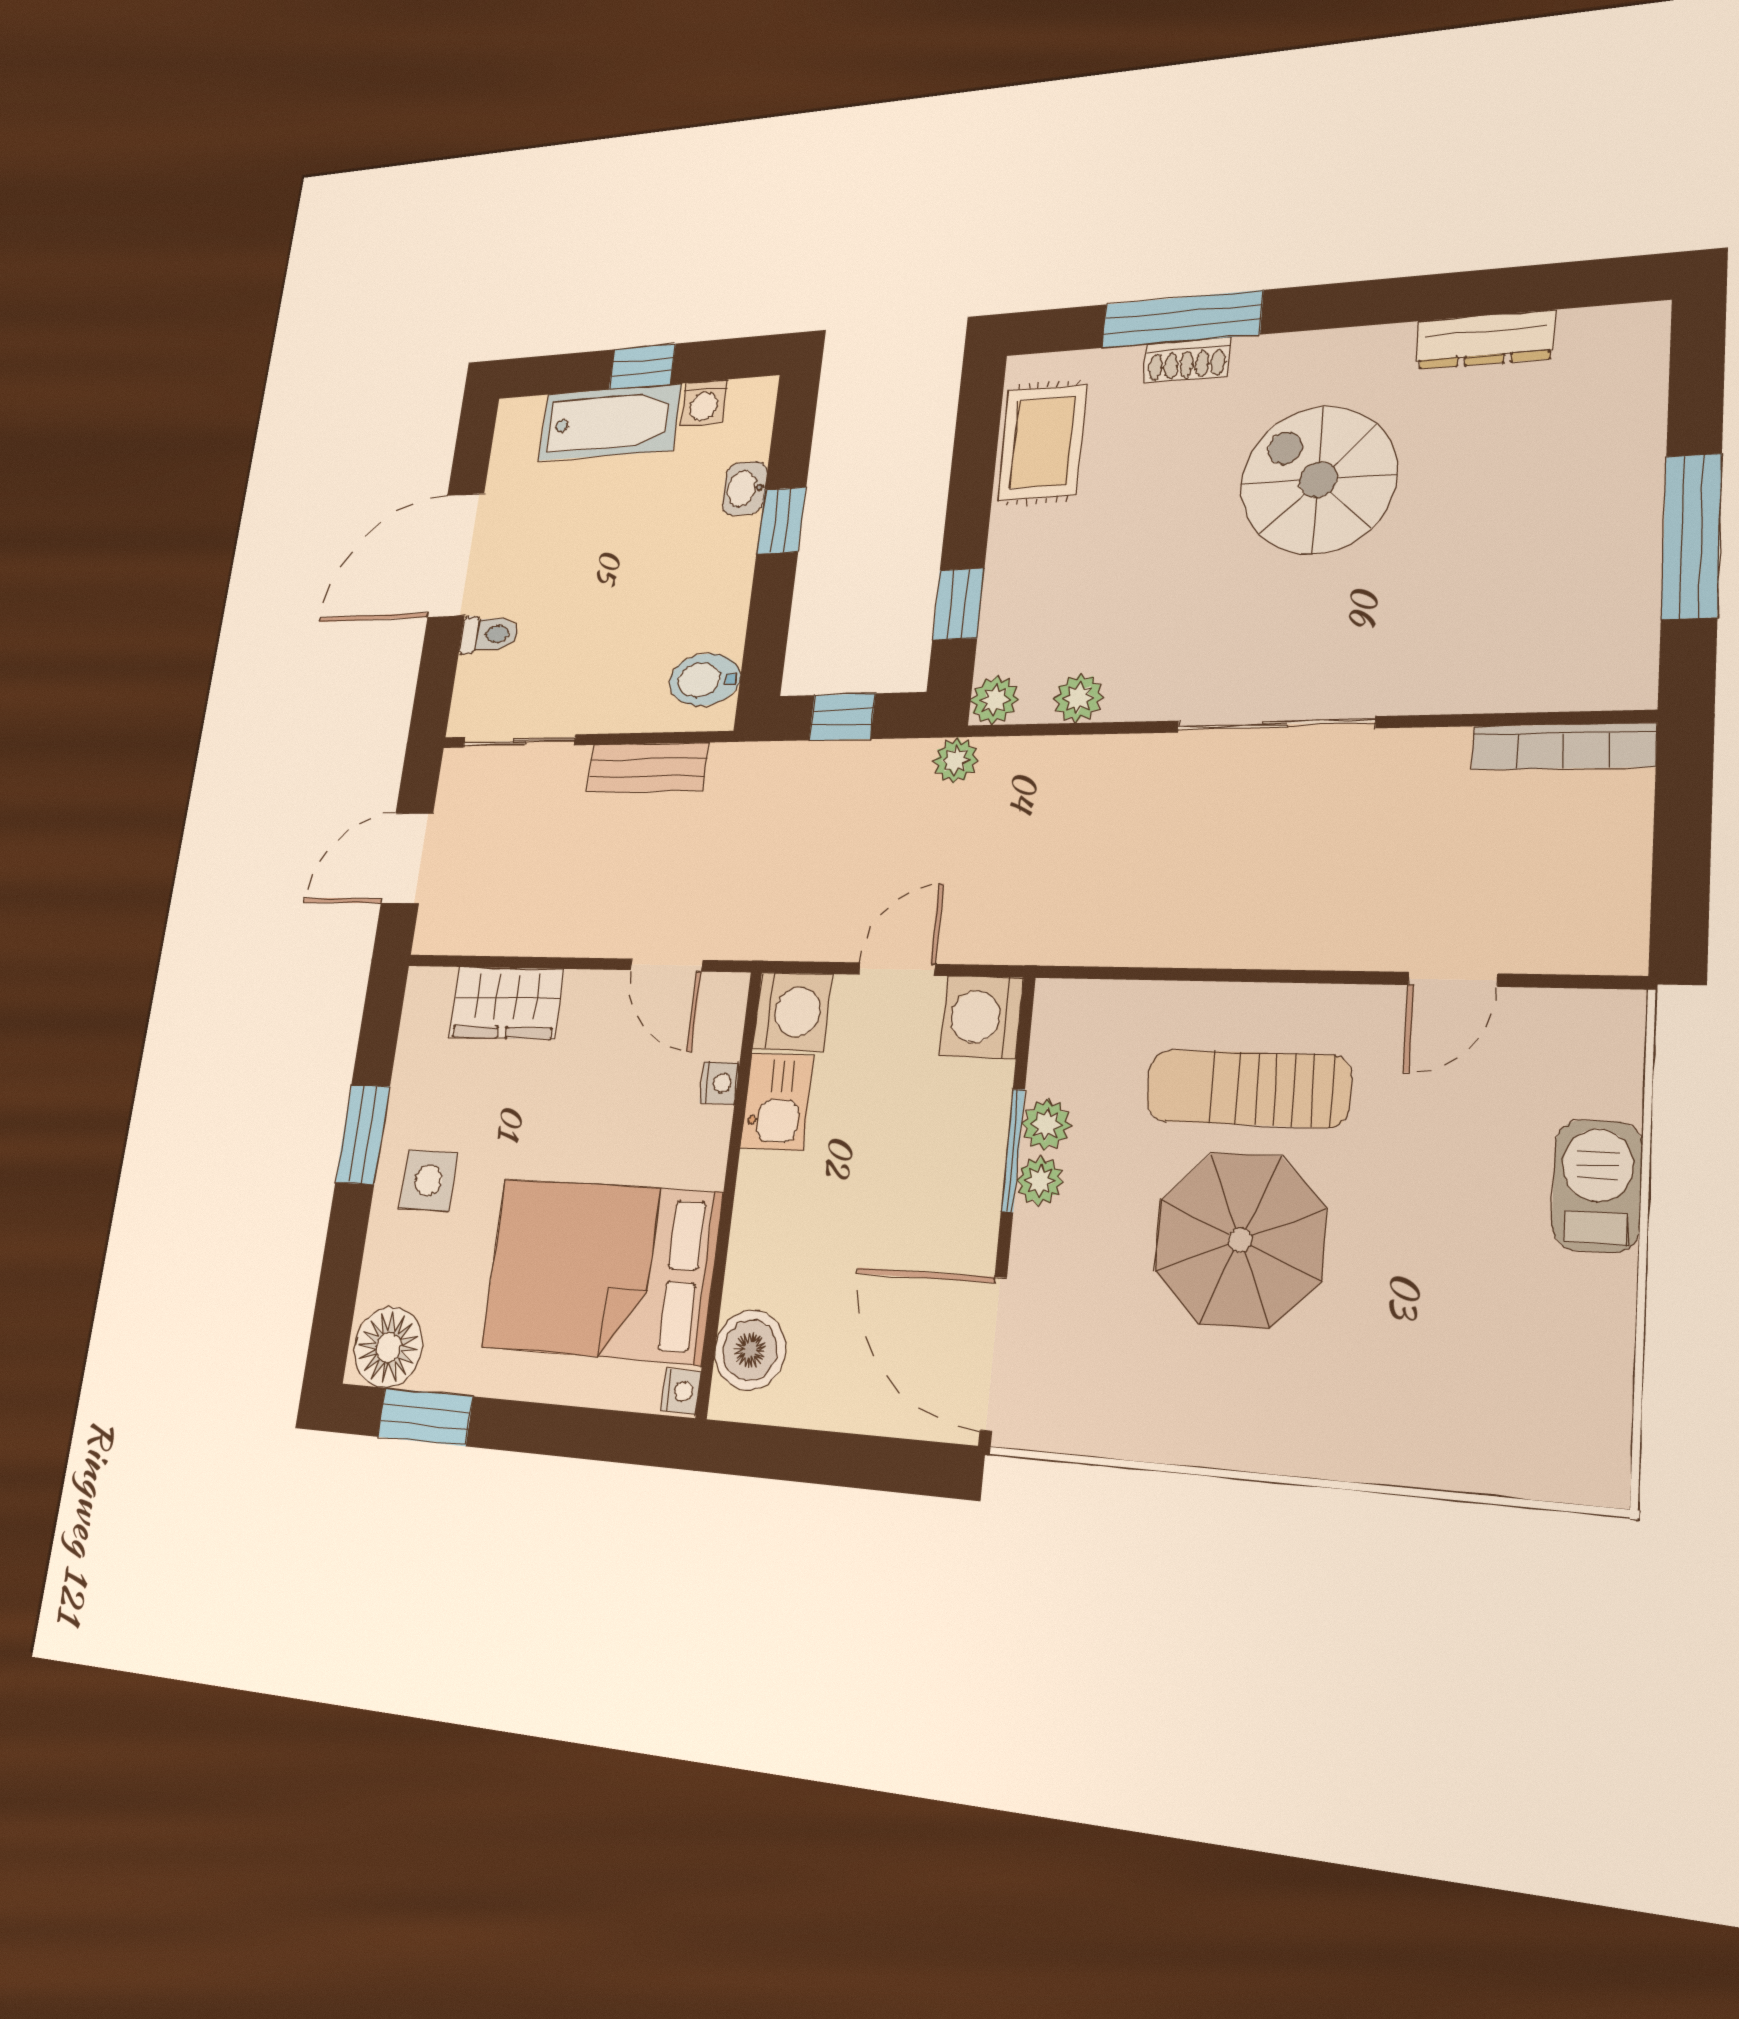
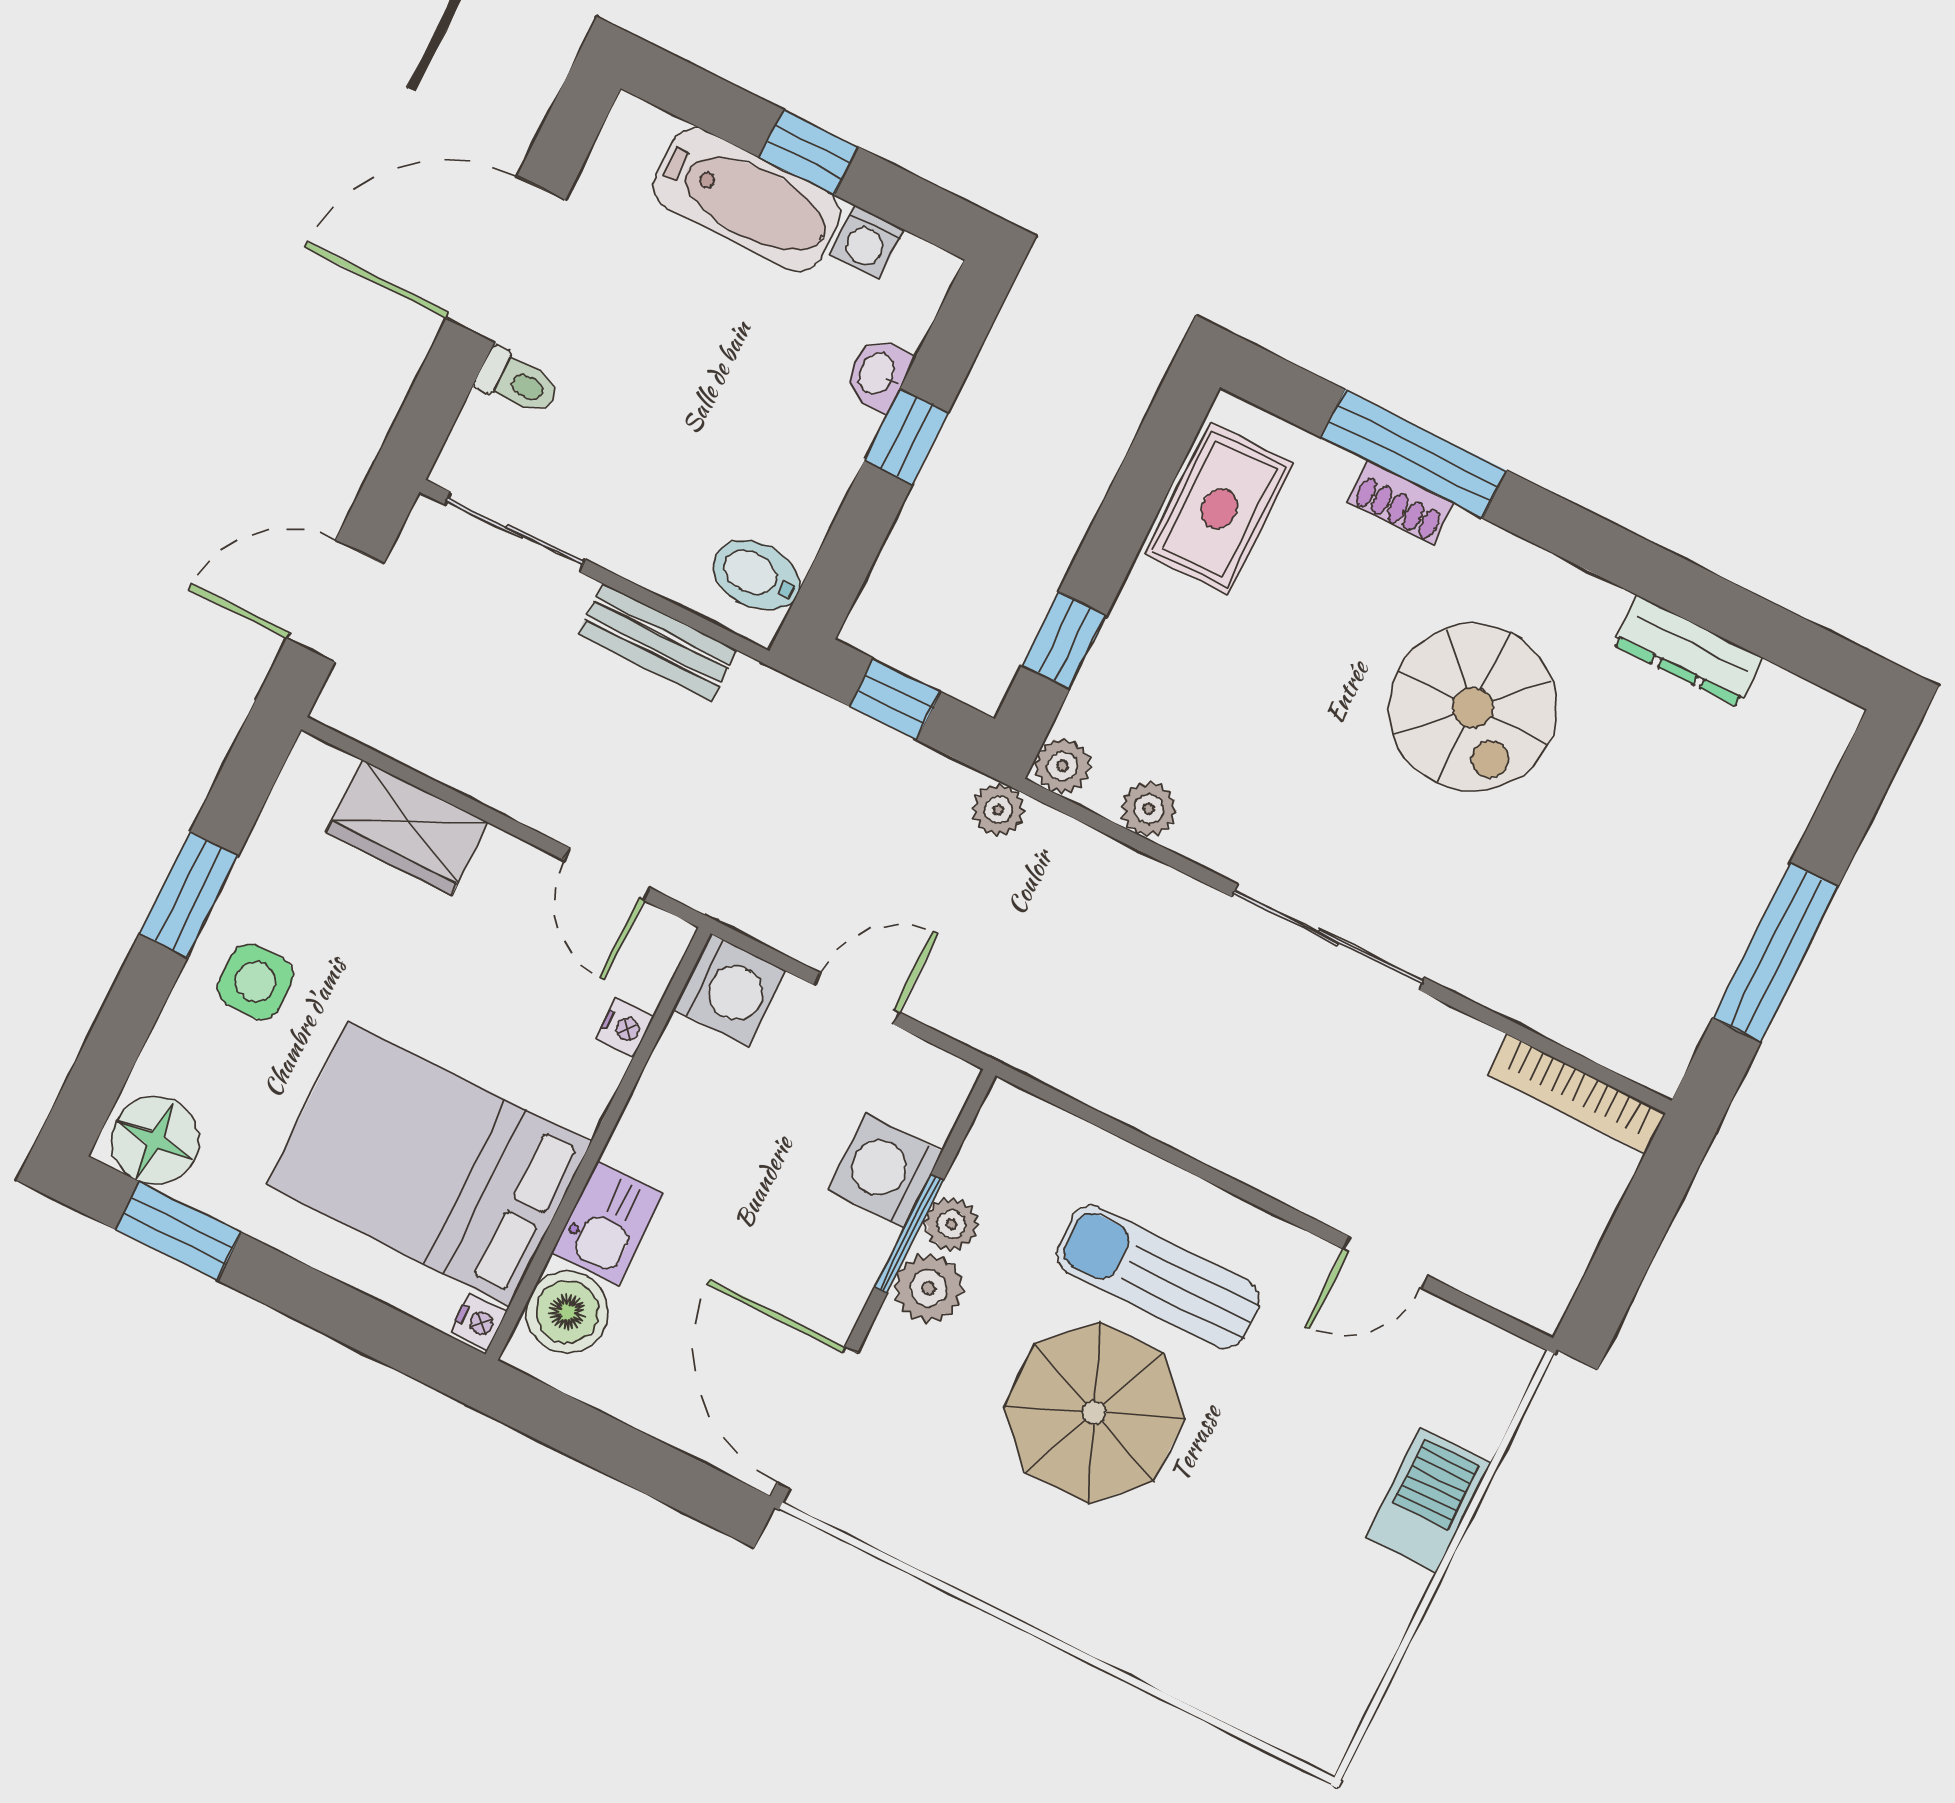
spiral stairs: (1318, 480) -> (1473, 707), turned 180
washing machine: (981, 1017) -> (885, 1171), moved
kitchen sink: (777, 1102) -> (608, 1223), moved
plant: (1040, 1181) -> (929, 1288), width x1.38, depth x1.38

